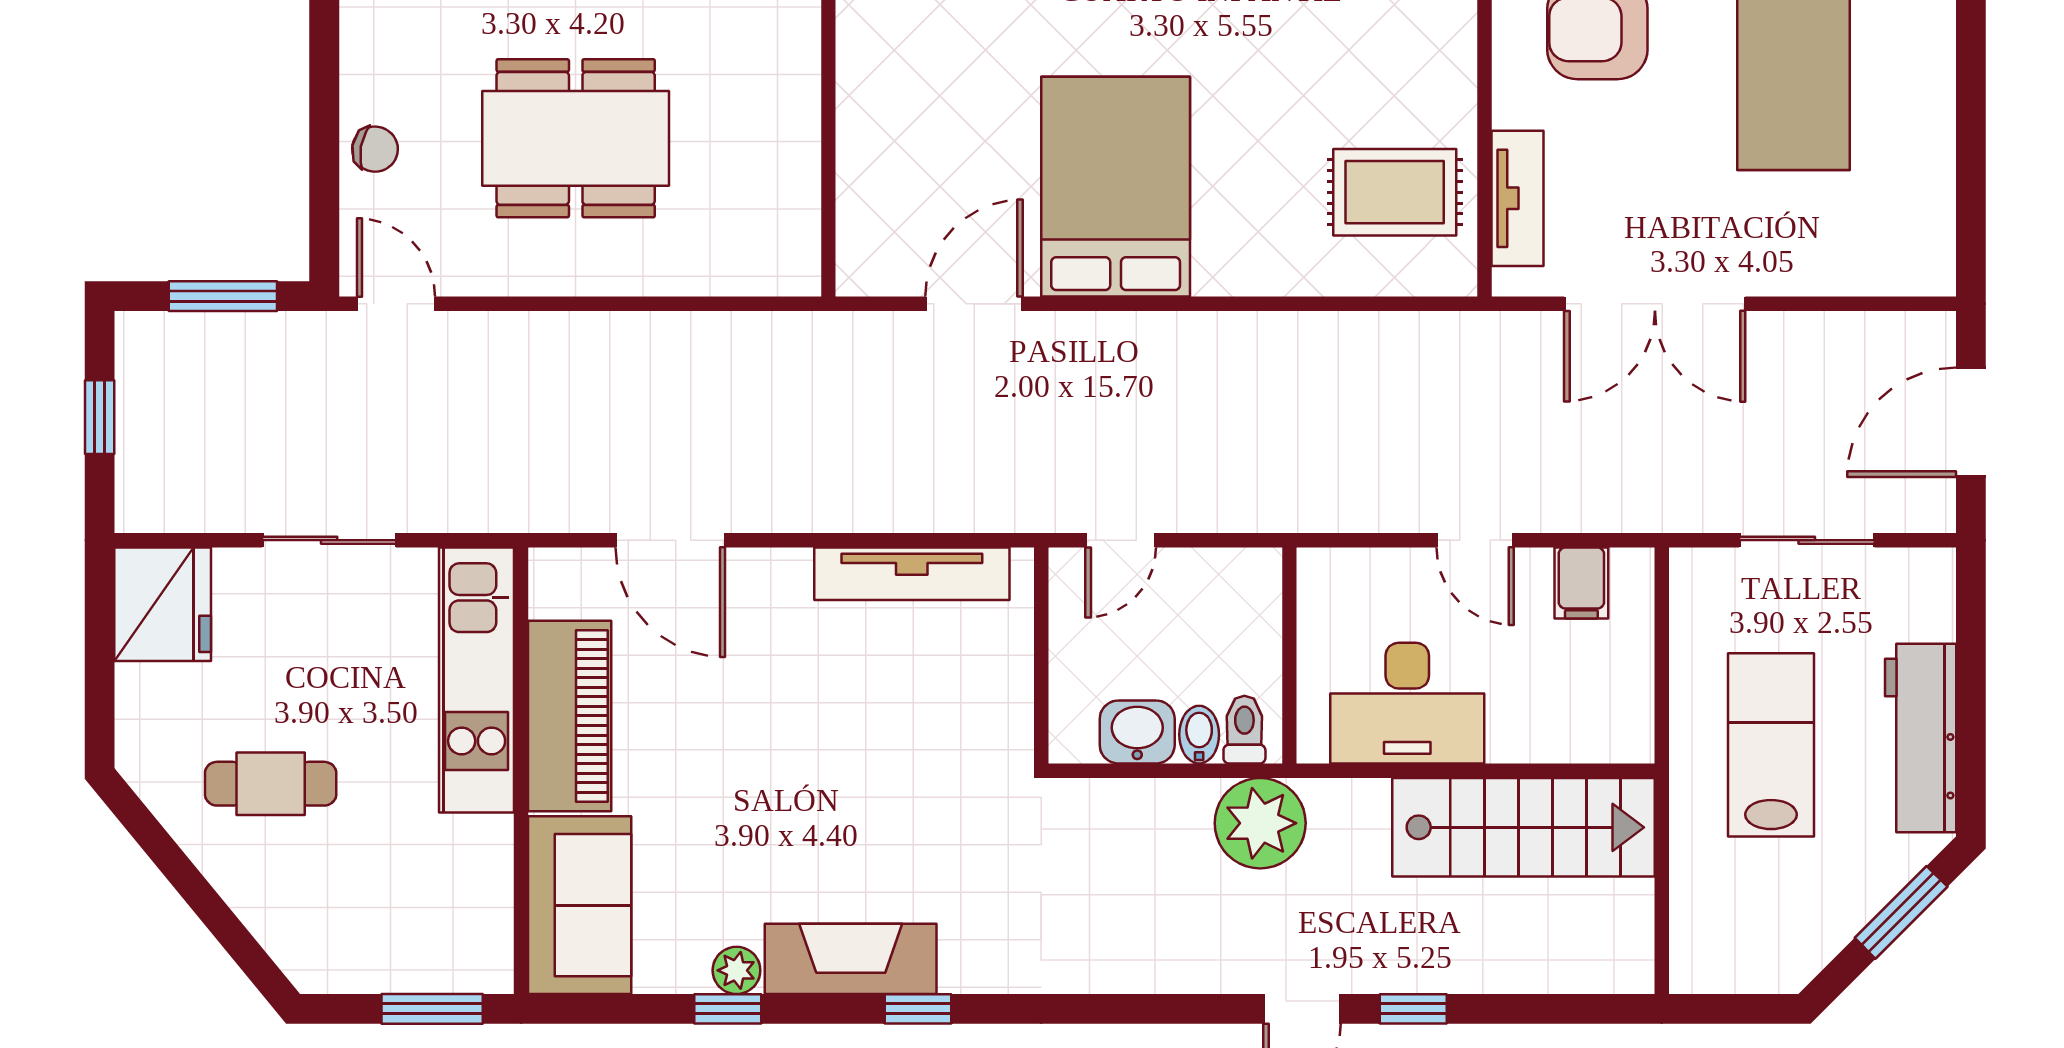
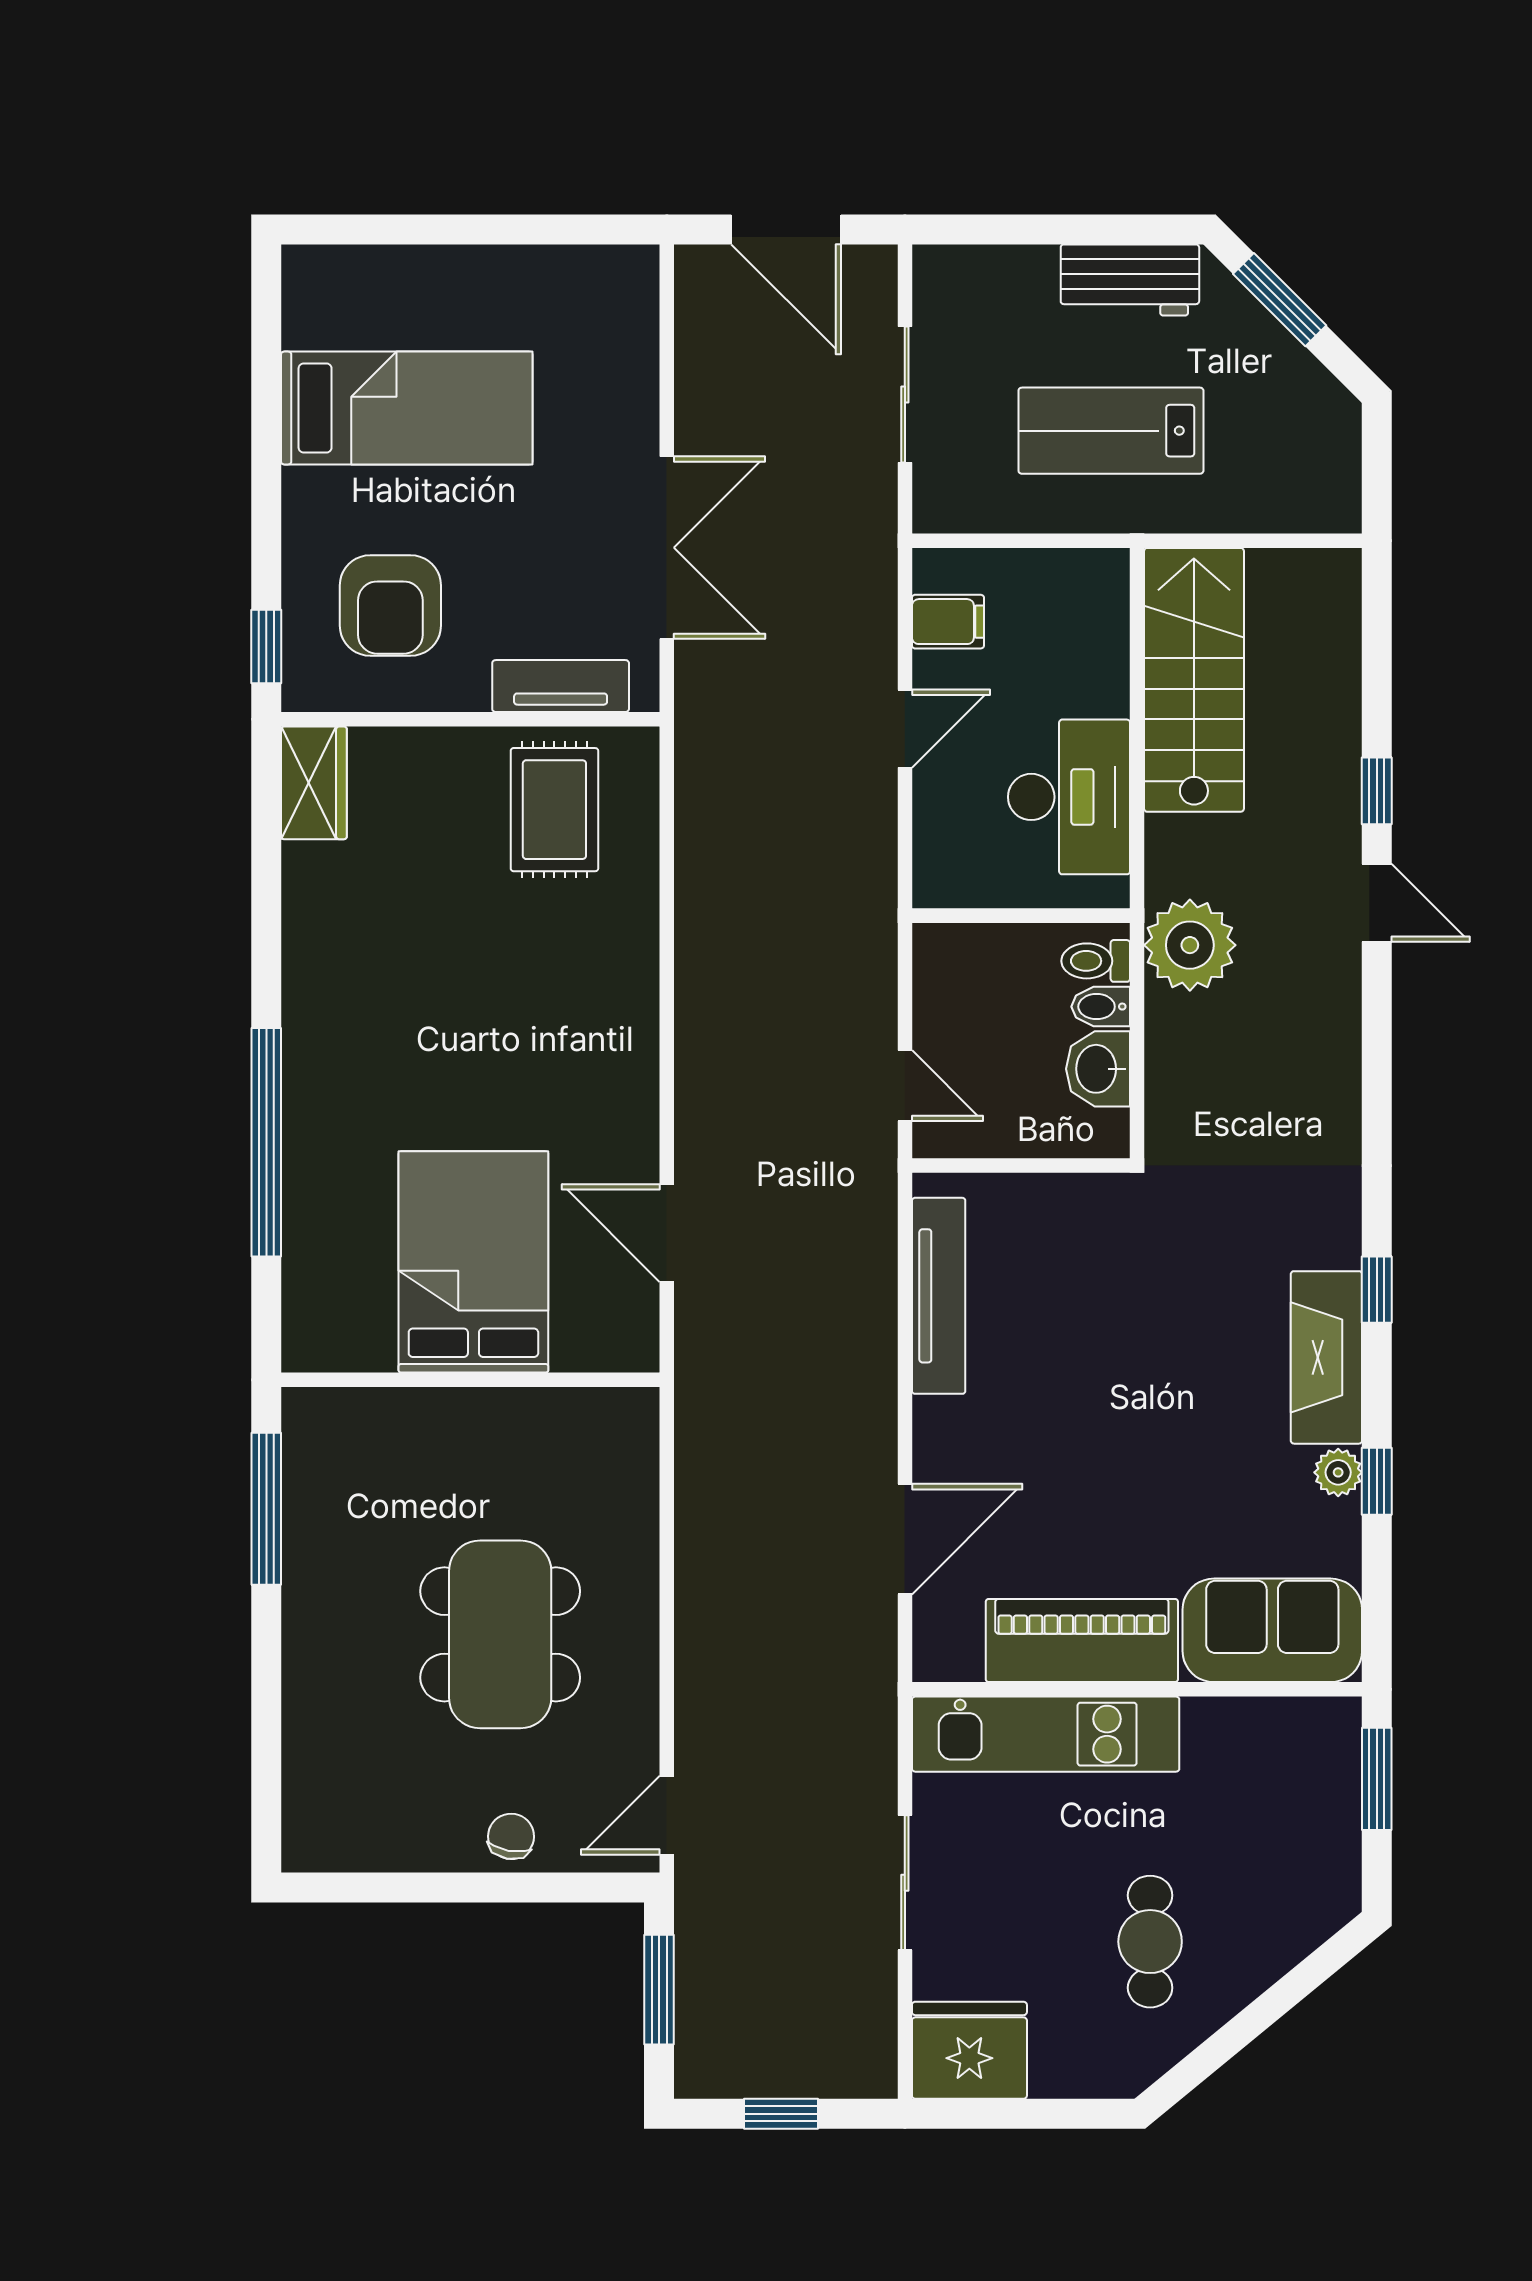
bed: (1116, 187) -> (473, 1262), moved, turned 90
workbench: (1921, 738) -> (1130, 280), width x0.73

